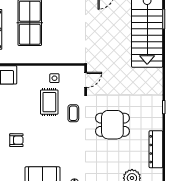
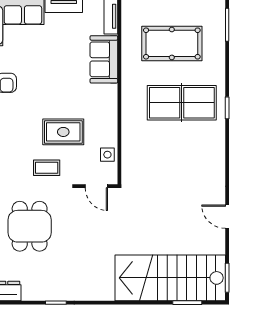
side table: (54, 78) -> (107, 155), moved

